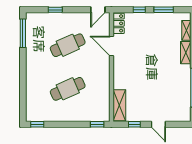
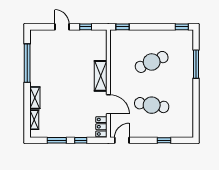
window: (23, 33) -> (196, 64), moved
cafe table: (68, 45) -> (152, 105), turned 33
shelving: (119, 105) -> (101, 76), moved

